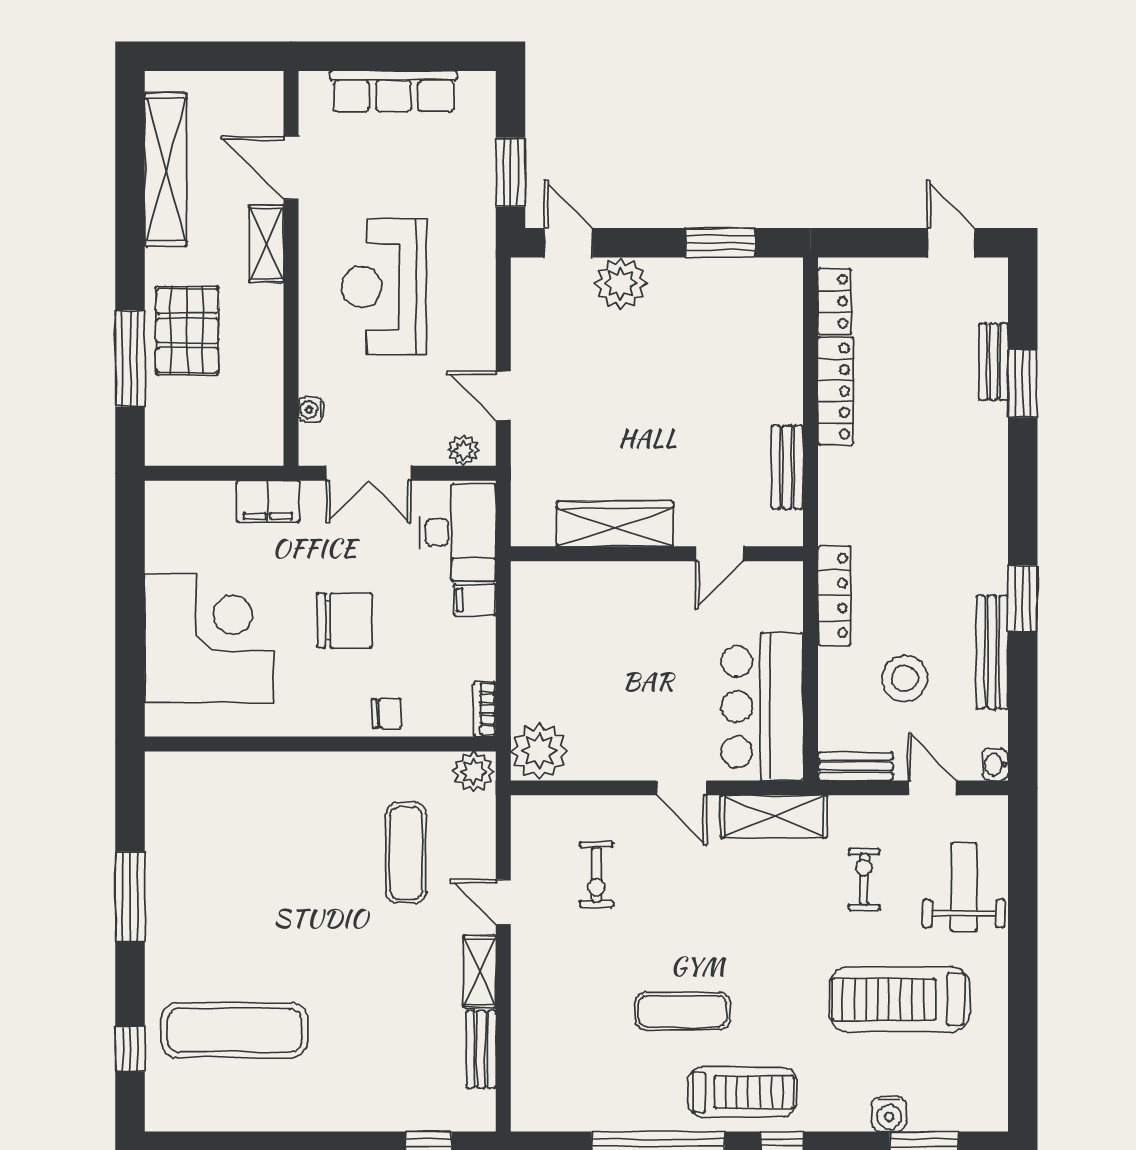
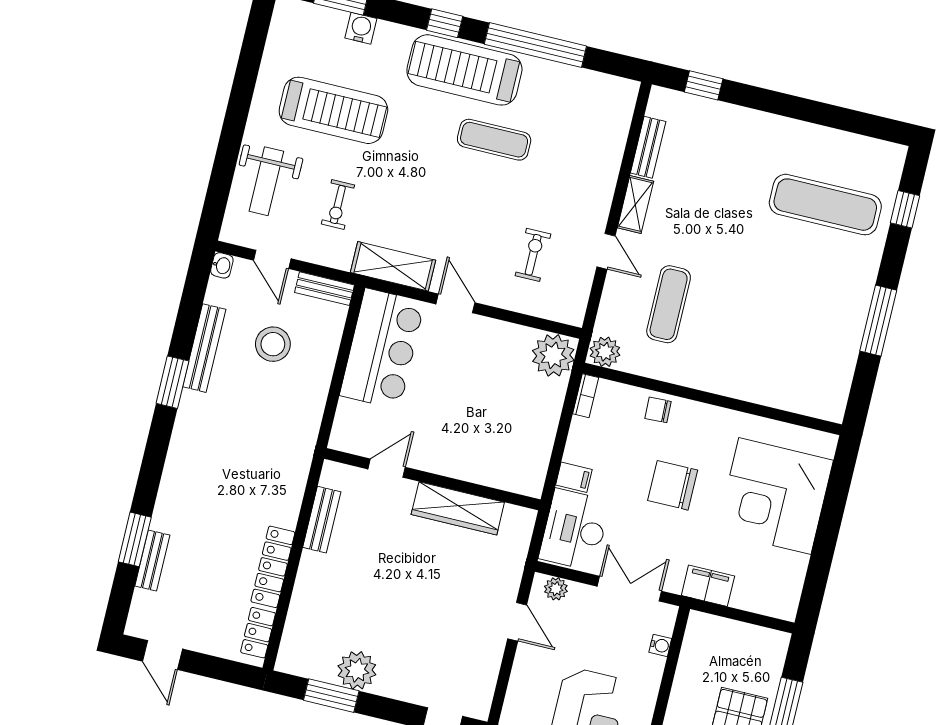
plant: (621, 283) -> (357, 670), moved
locker: (834, 595) -> (310, 417), removed
treadmill: (742, 1092) -> (464, 70), width x1.37, depth x1.38

